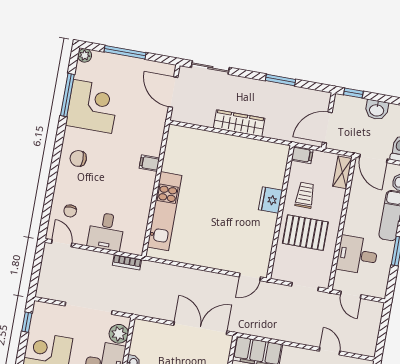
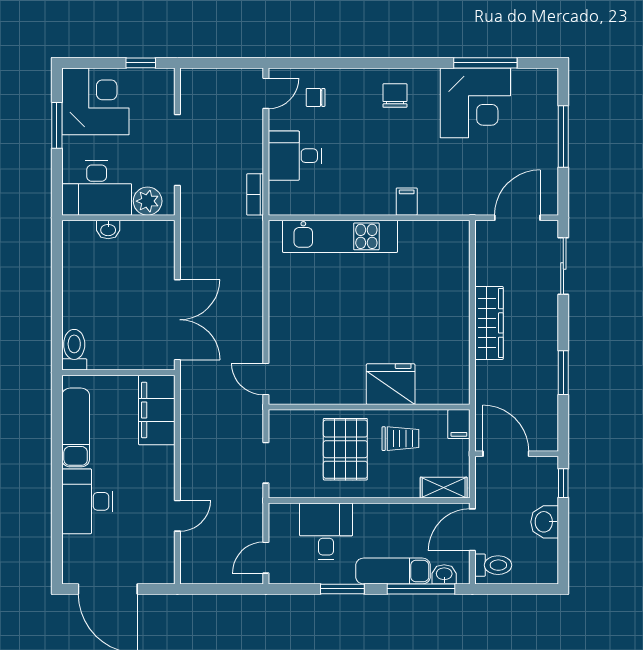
plant: (85, 55) -> (548, 78), removed
fridge: (271, 200) -> (391, 384), width x1.36, depth x1.34
door: (351, 295) -> (266, 558), moved

